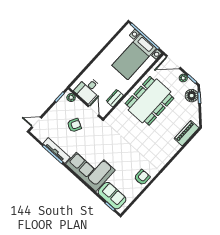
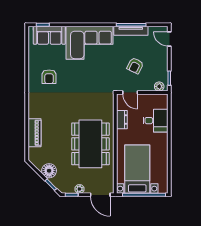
door: (173, 62) -> (100, 195), swing flipped
desk: (88, 89) -> (155, 121), moved, turned 90
floor lamp: (192, 96) -> (49, 171), moved
door: (36, 122) -> (169, 39), swing flipped
piano: (187, 133) -> (34, 133), moved
armchair: (142, 177) -> (49, 77), moved

